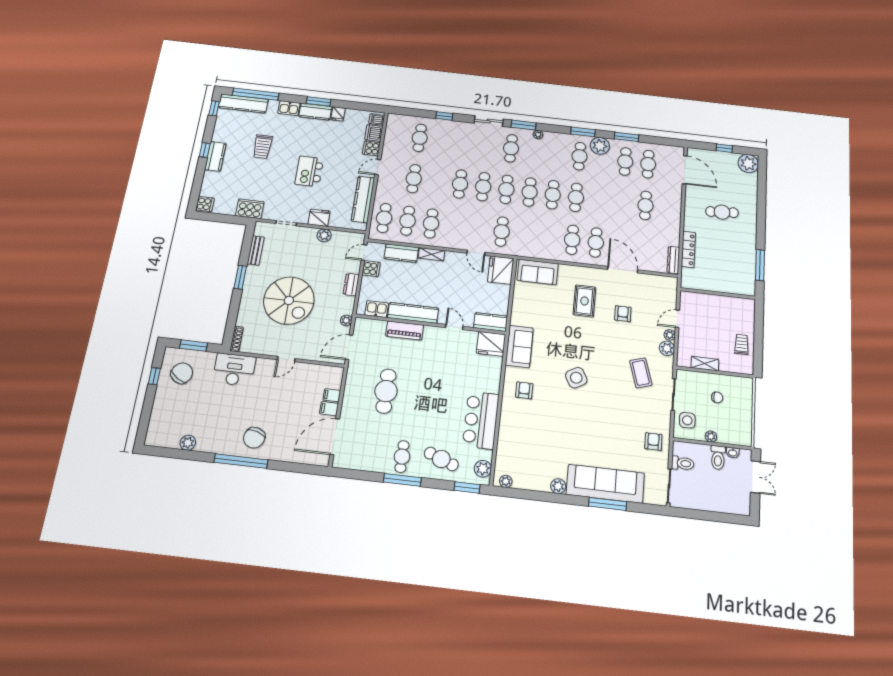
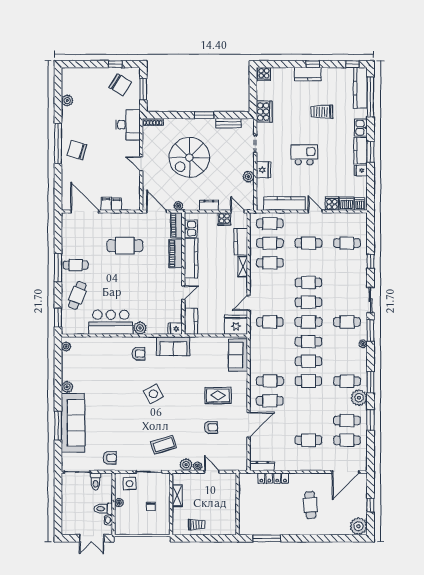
piano: (370, 325) -> (176, 225), added
fridge: (491, 344) -> (175, 329), width x0.53, depth x0.75
plant: (483, 469) -> (140, 328), moved

